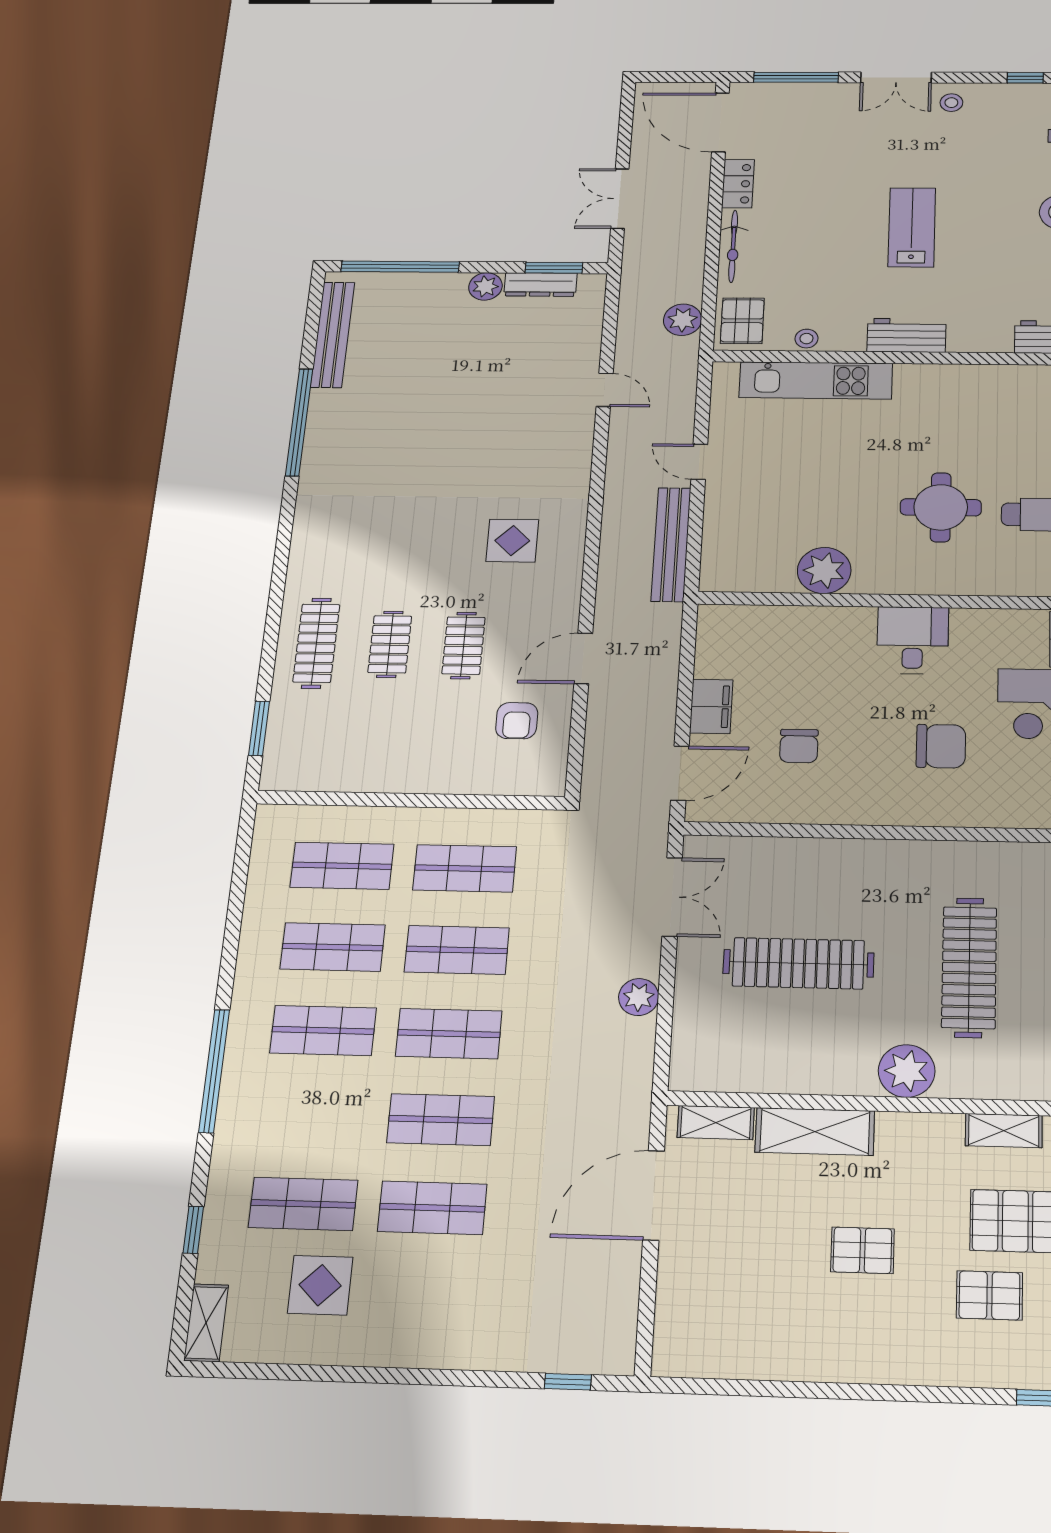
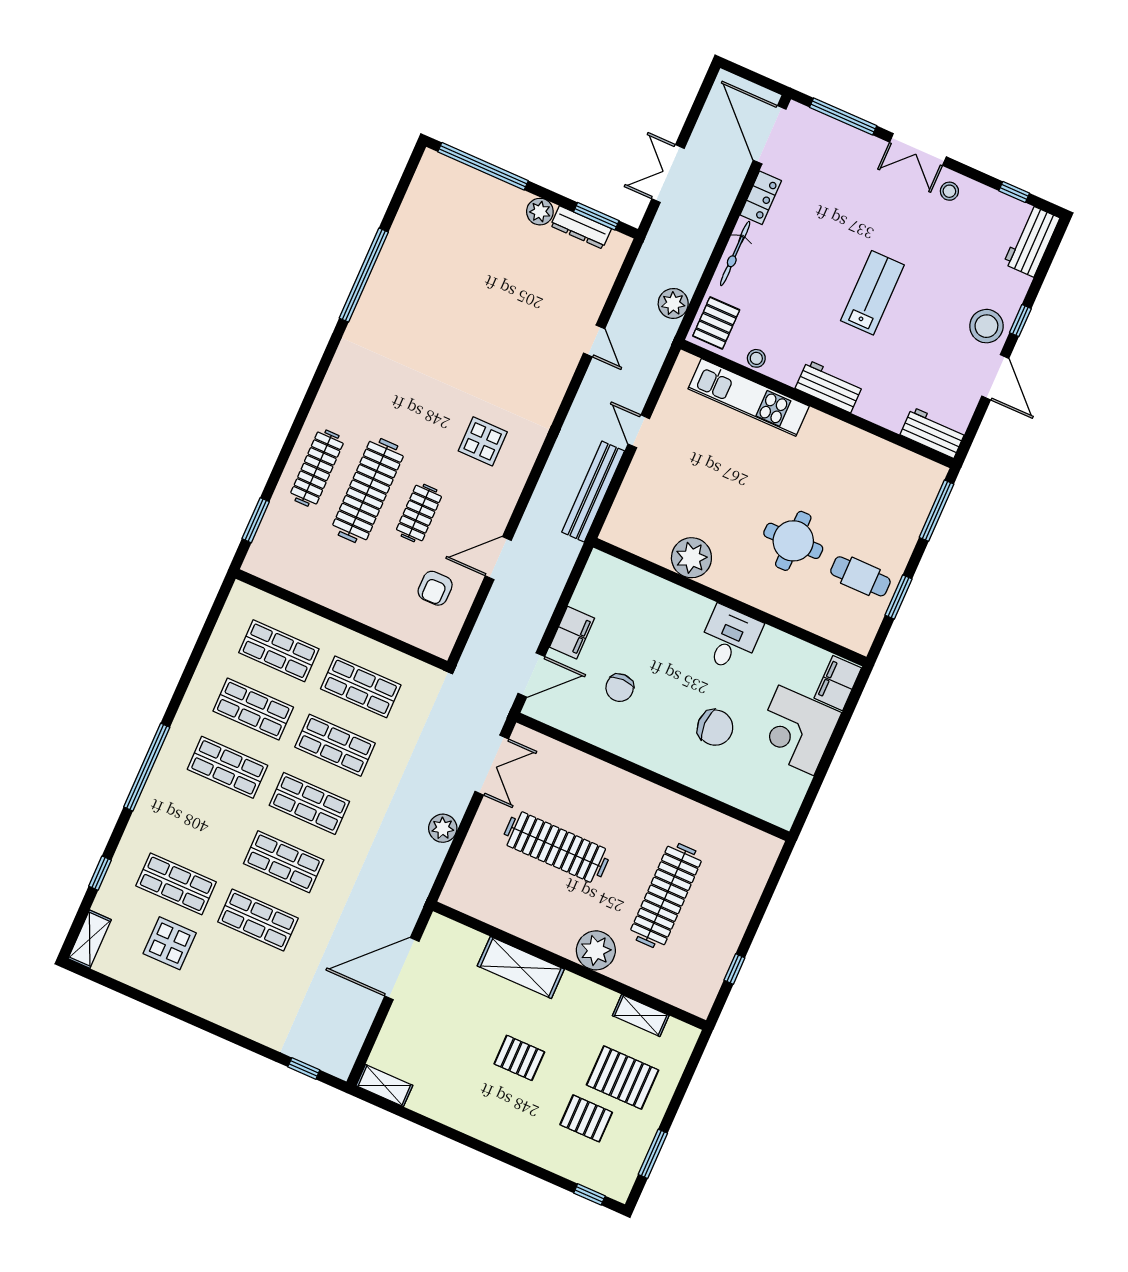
bench: (333, 335) -> (413, 207), removed
clothes rail: (390, 644) -> (368, 491), width x1.86, depth x1.31
shelving: (716, 1123) -> (384, 1086), moved

